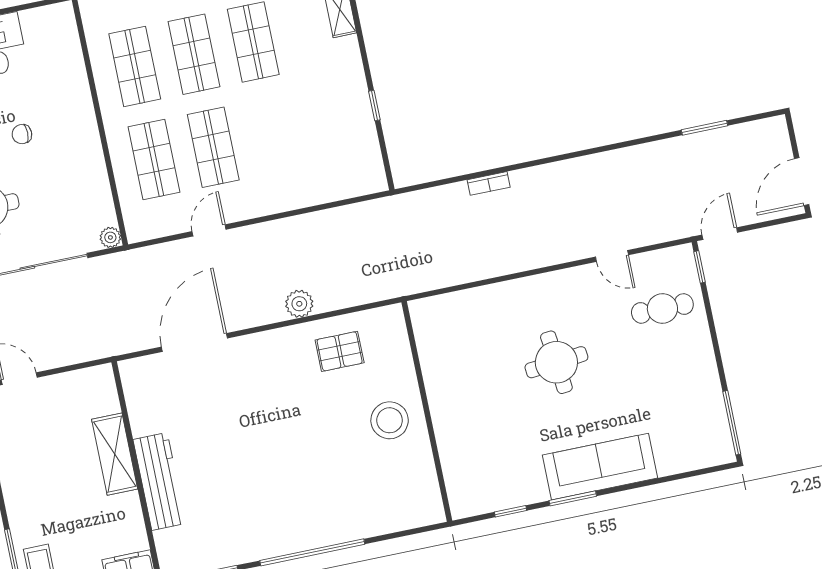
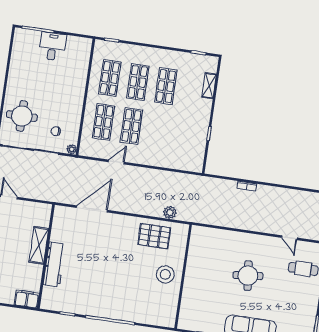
chair: (22, 134) -> (56, 131), moved
plant: (299, 304) -> (170, 212), moved
pallet: (340, 351) -> (154, 236), width x1.50, depth x1.42

